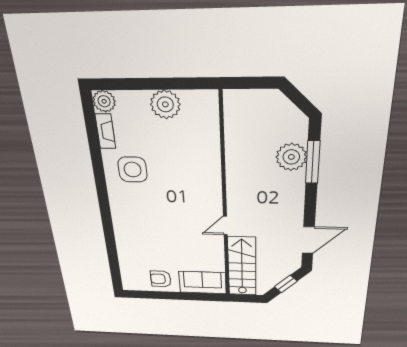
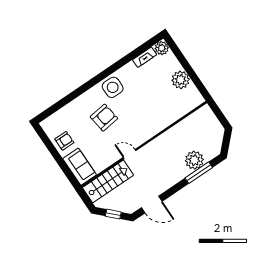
side table: (133, 170) -> (113, 87), moved
armchair: (159, 225) -> (104, 118), added
armchair: (161, 279) -> (64, 141), turned 90

